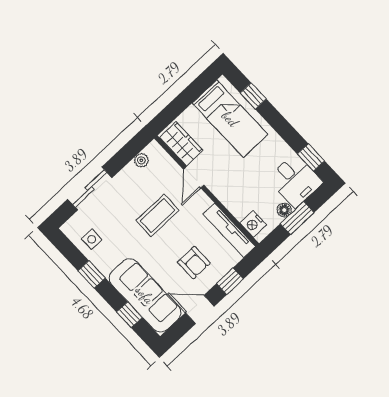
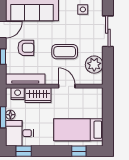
wardrobe: (181, 144) -> (38, 95), moved
plant: (141, 160) -> (94, 65), width x1.88, depth x1.88
coffee table: (158, 215) -> (65, 52), turned 90
armchair: (194, 263) -> (26, 48), turned 180

